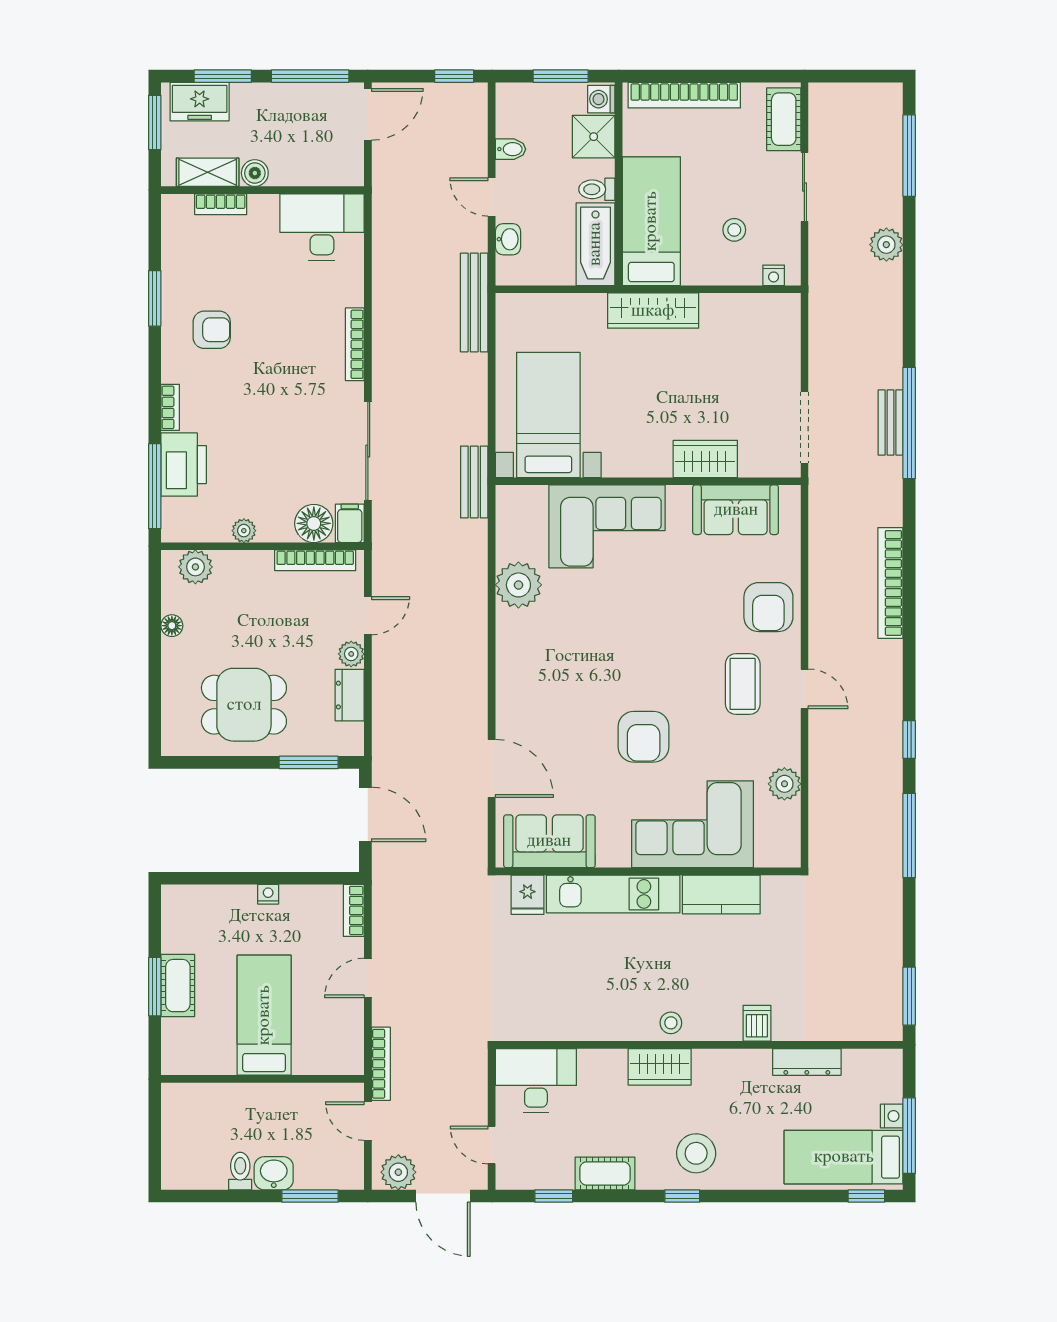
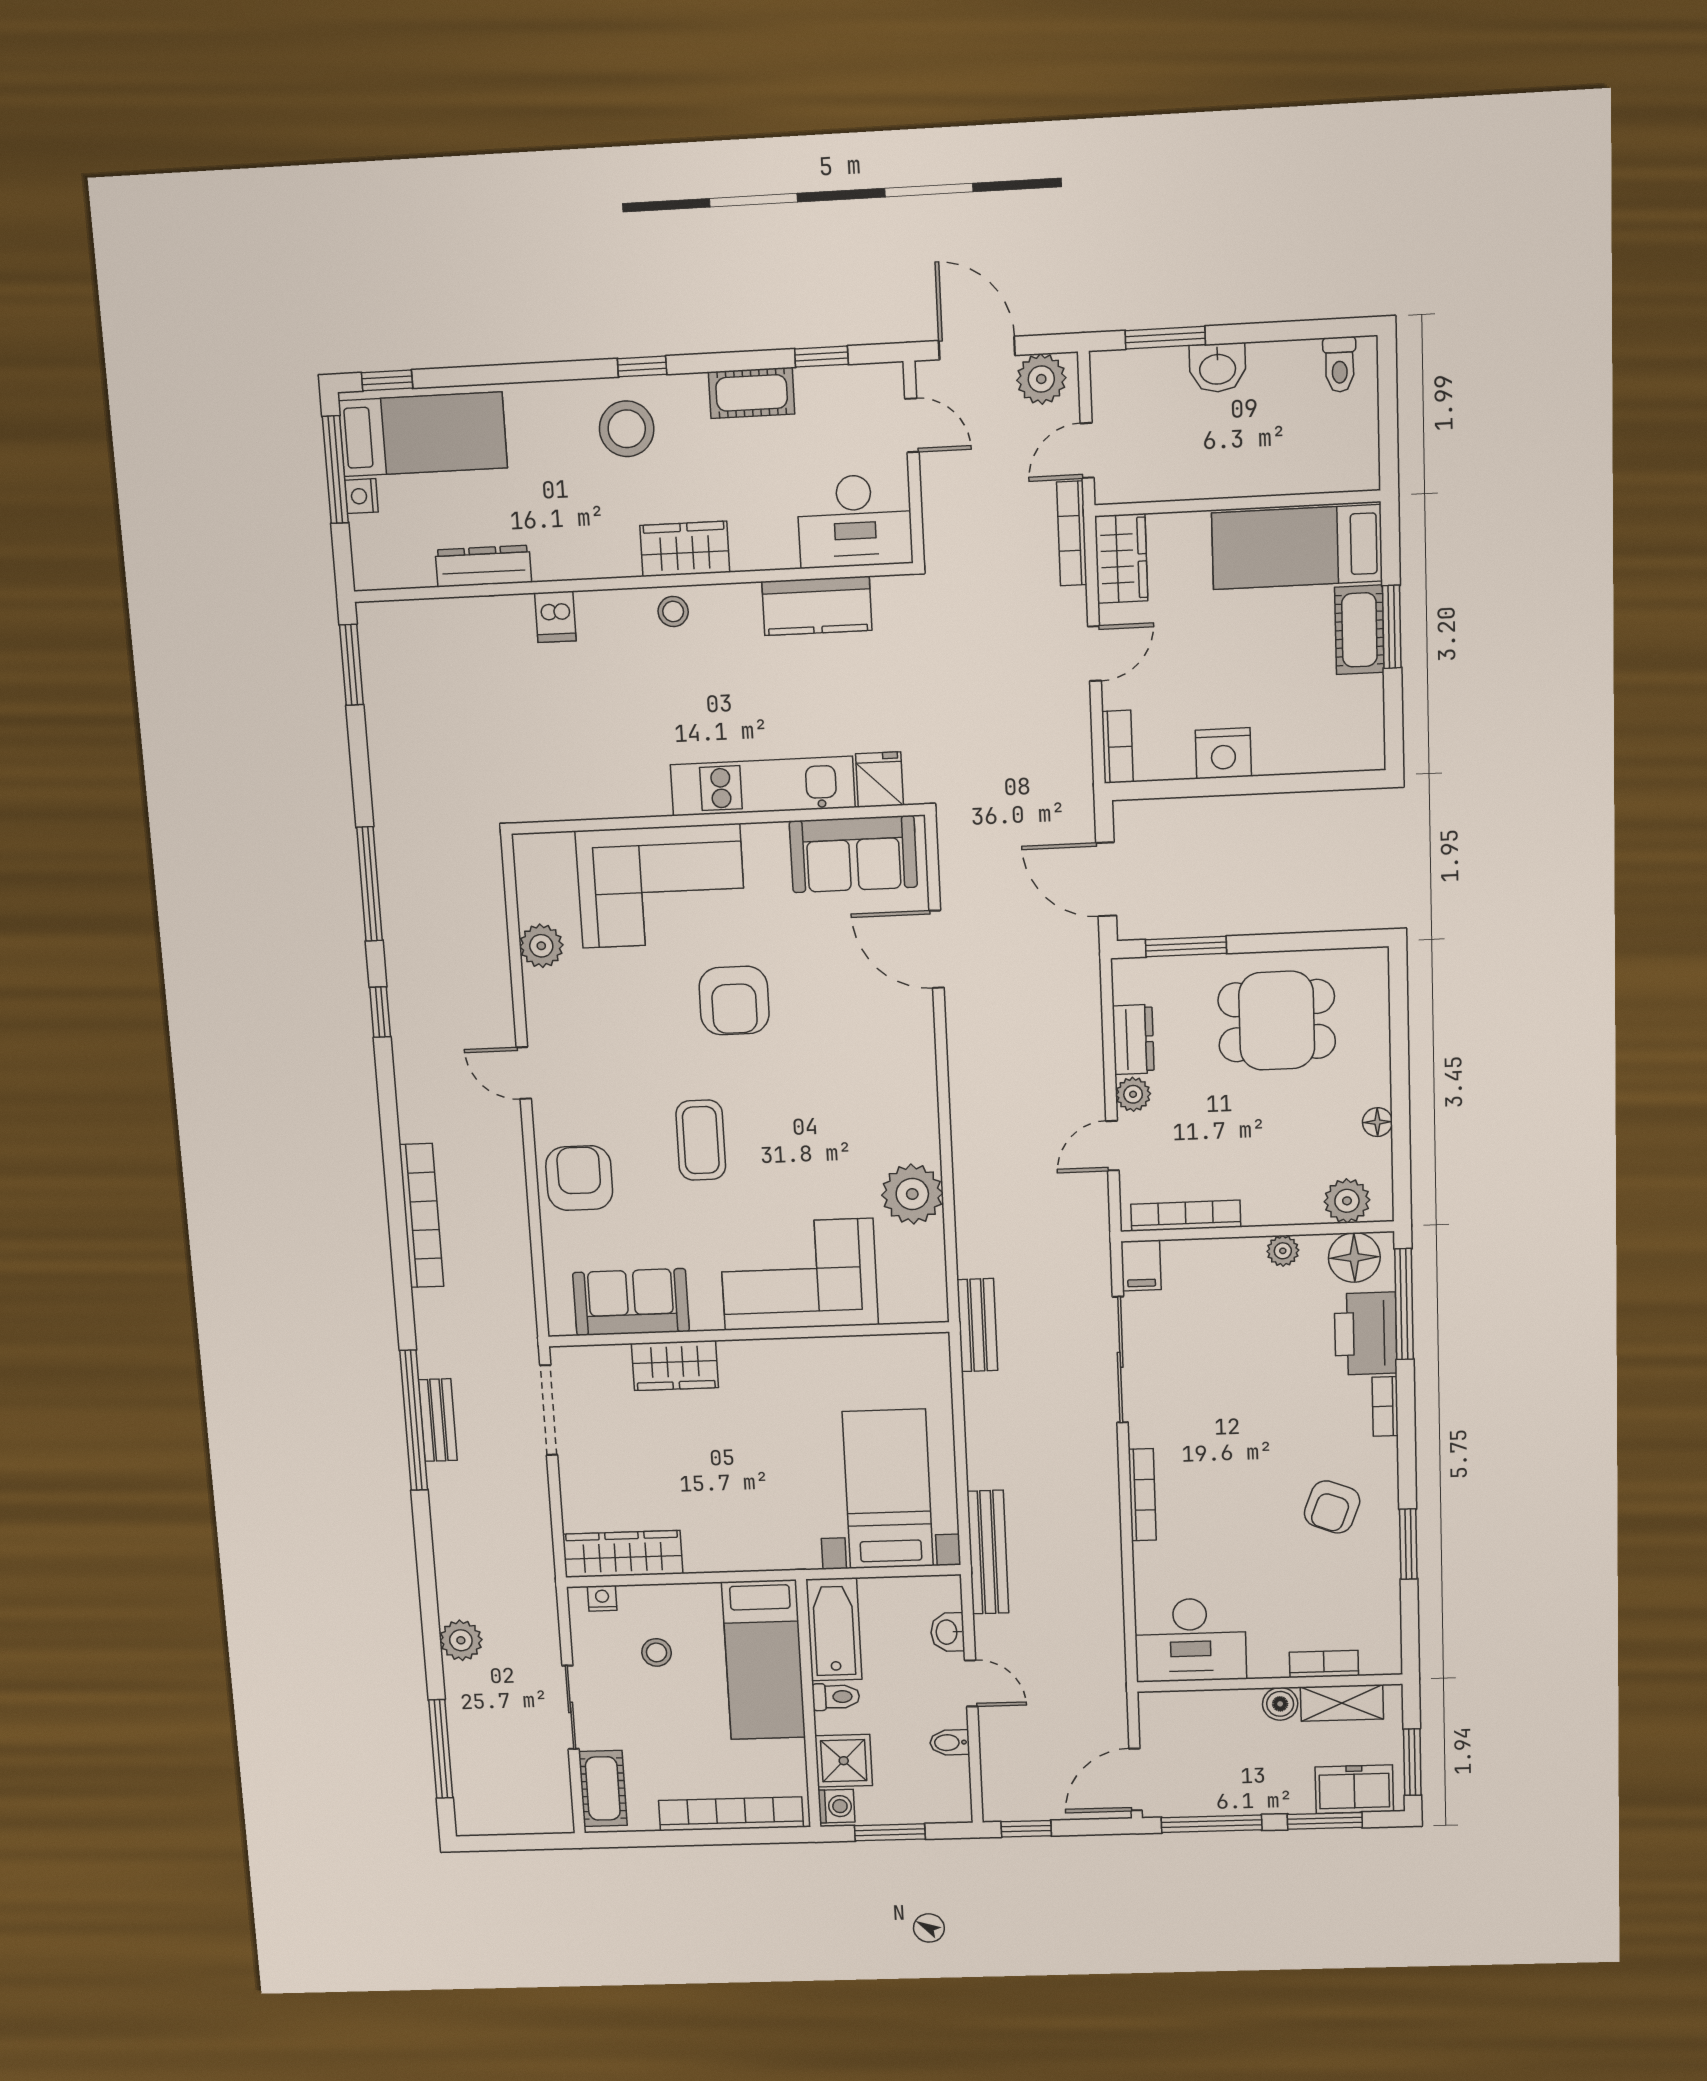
wardrobe: (653, 311) -> (623, 1554), moved
armchair: (212, 330) -> (1332, 1507), turned -69
bed with nightstands: (548, 415) -> (888, 1489), moved, turned 180
floor lamp: (314, 523) -> (1354, 1257), moved
coffee table: (743, 684) -> (701, 1140), moved
armchair: (644, 737) -> (734, 1001), turned 180
nightstand: (268, 894) -> (1223, 753), width x1.89, depth x1.79
kitchen counter: (721, 895) -> (817, 606), moved, turned 180
bed: (264, 1015) -> (1297, 547), moved, turned 90
wardrobe: (346, 1044) -> (1121, 558), added
door: (368, 1121) -> (1087, 451), swing flipped
toilet: (240, 1171) -> (1340, 365), moved

